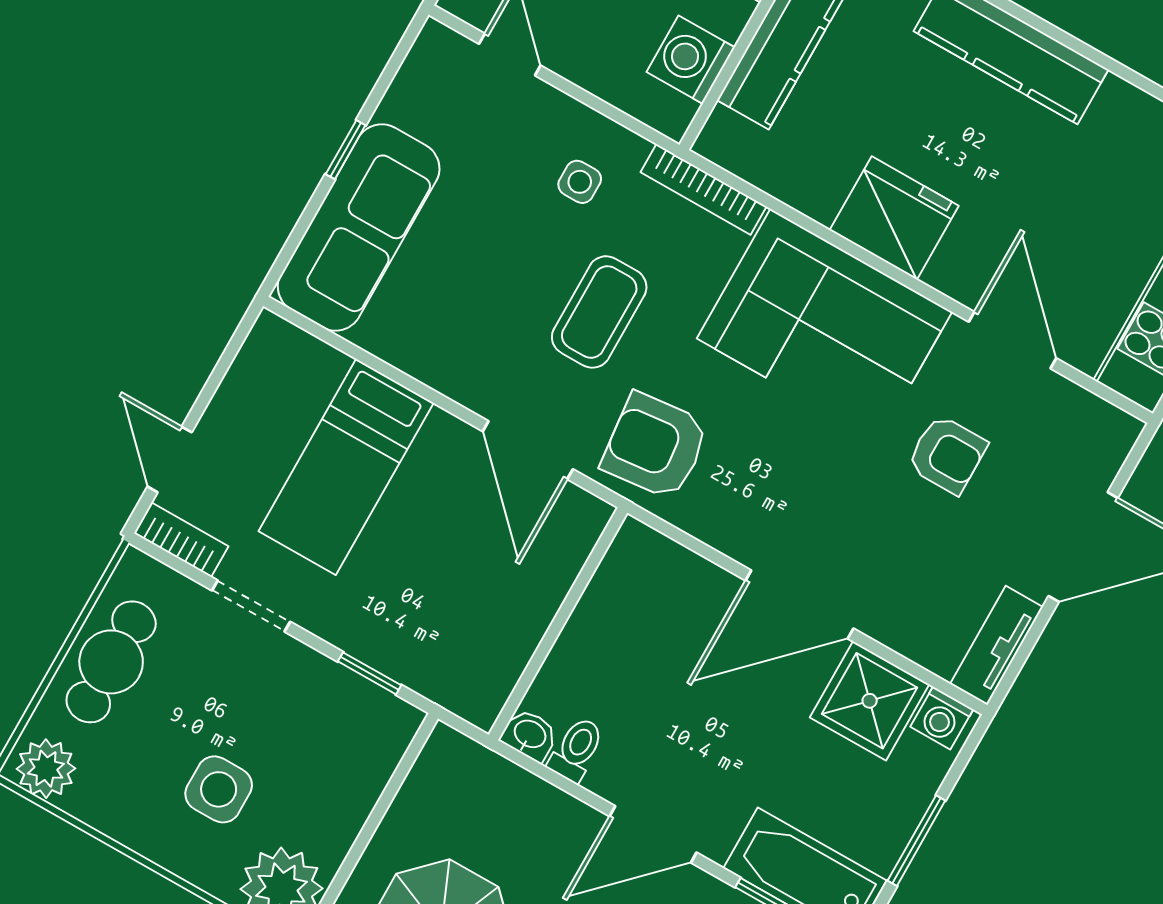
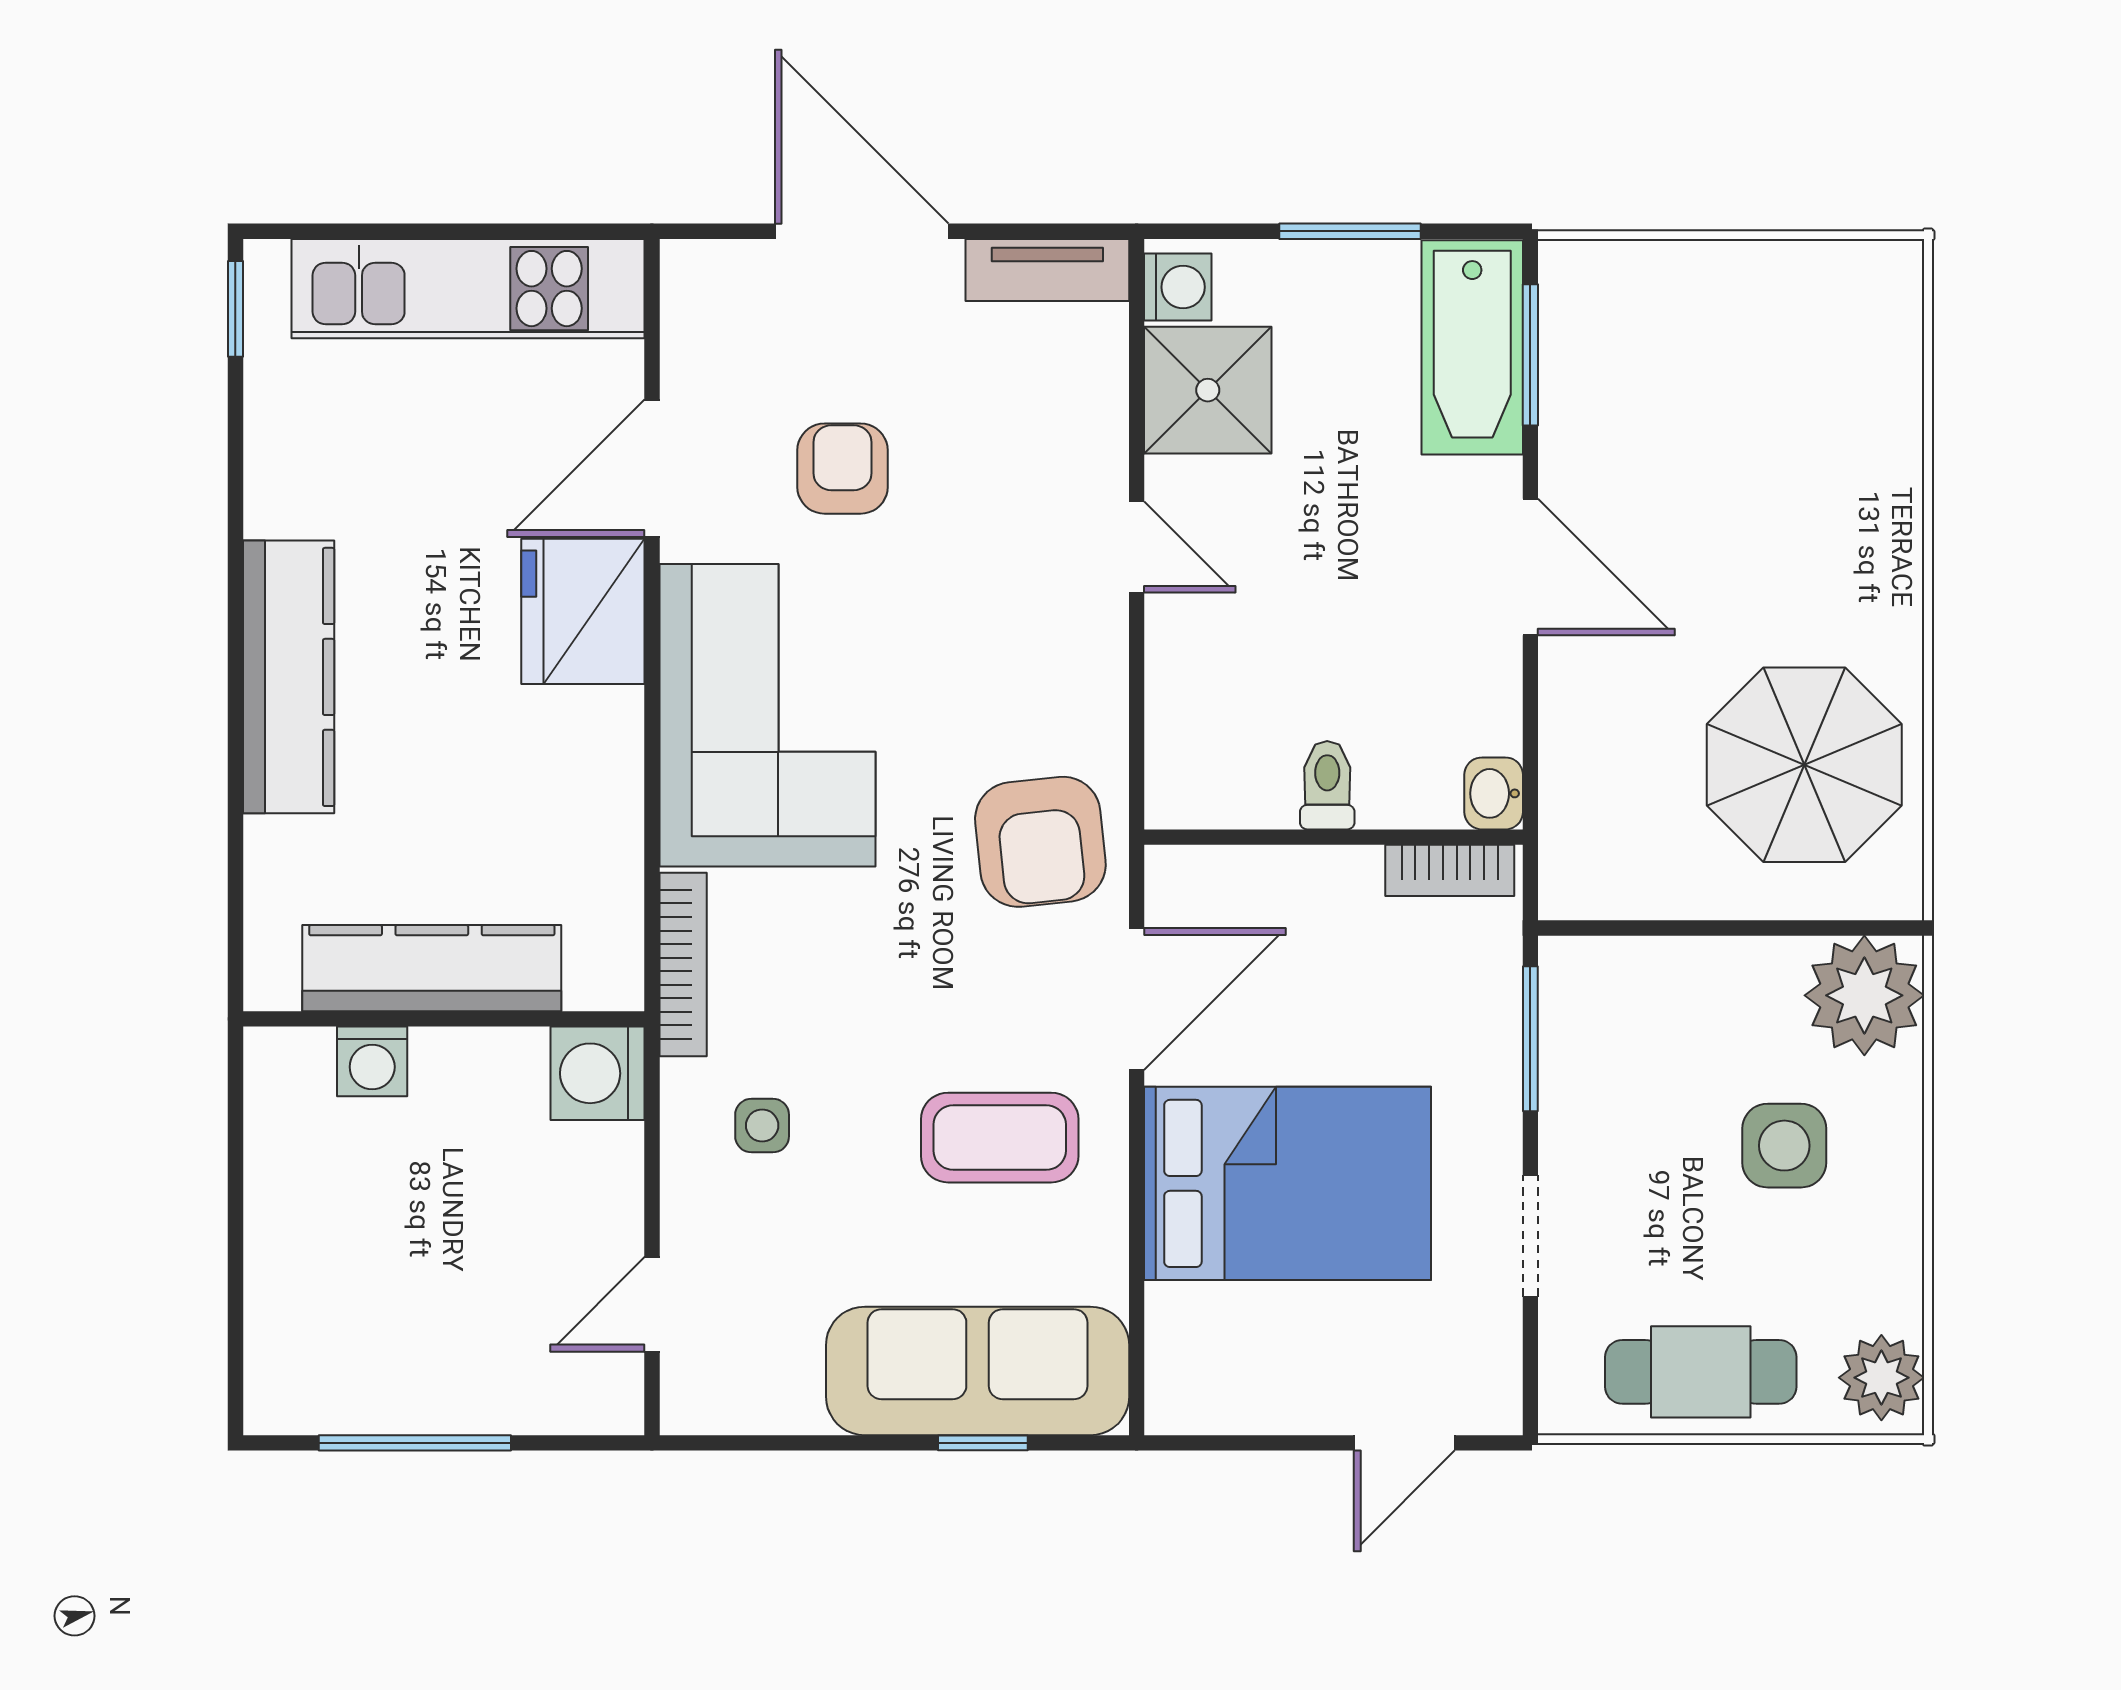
washing machine: (691, 60) -> (598, 1073), moved, turned 90
window: (346, 150) -> (983, 1443), moved
fridge: (894, 218) -> (583, 611), moved
coffee table: (599, 312) -> (1000, 1138), moved
bed: (346, 467) -> (1288, 1183), width x1.50
bookcase: (181, 540) -> (1450, 870), moved, turned -90
door: (800, 604) -> (1137, 547), width x0.53
window: (370, 673) -> (1530, 1039), width x1.50
toilet: (576, 750) -> (1327, 785), moved, turned 90

